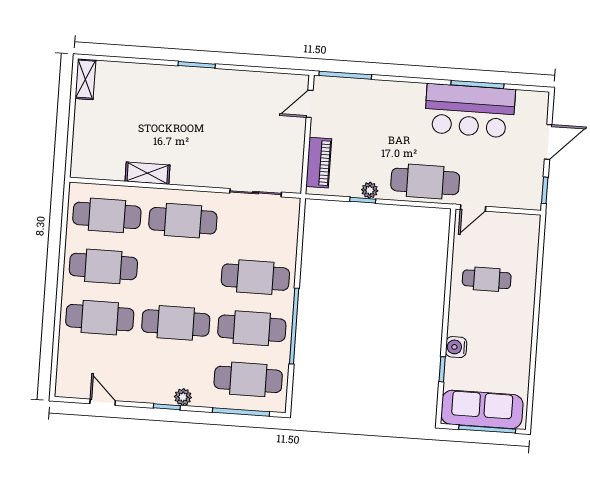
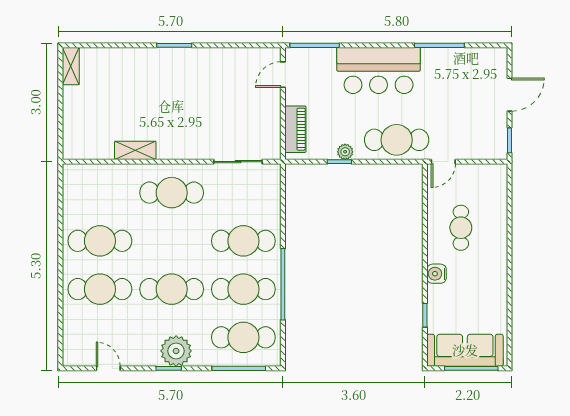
bar counter: (470, 111) -> (379, 70), moved
cafe table: (107, 215) -> (100, 193), removed
cafe table: (487, 279) -> (461, 228), turned 90
water cooler: (456, 347) -> (436, 274), moved
plant: (183, 397) -> (176, 351), width x1.87, depth x1.87

